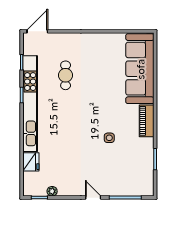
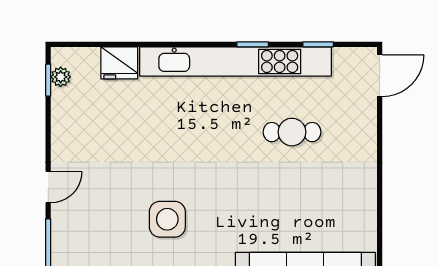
door: (37, 31) -> (380, 76), hinge flipped
side table: (109, 138) -> (167, 219), width x1.87, depth x1.87
plant: (52, 191) -> (61, 77), moved

